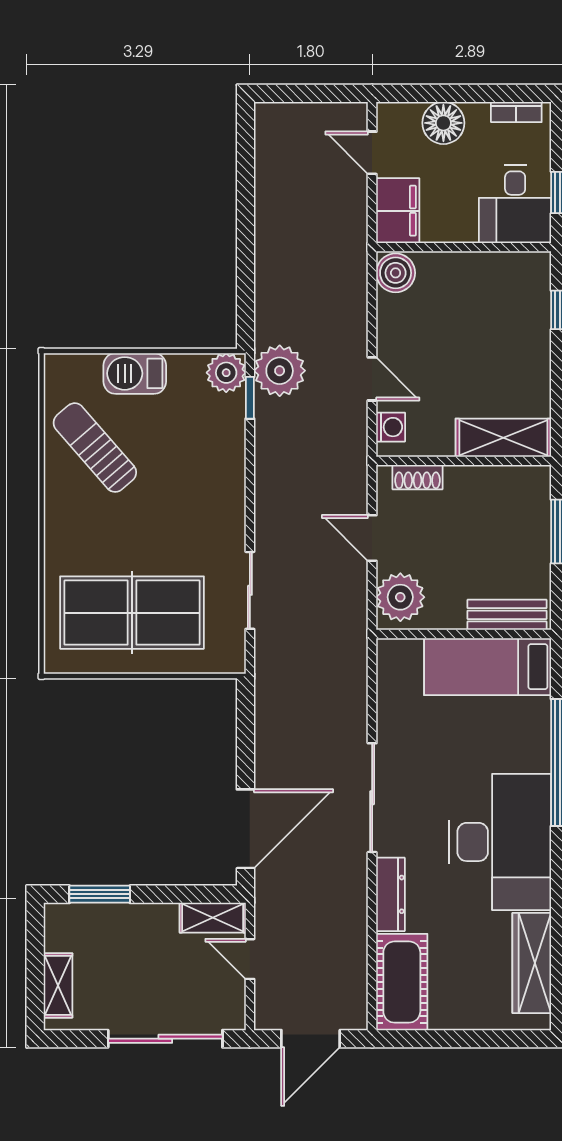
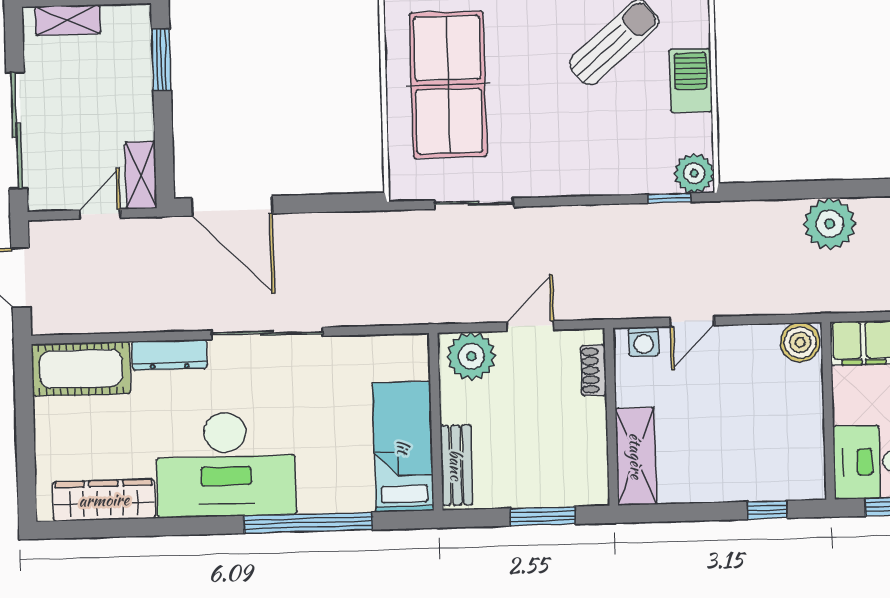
plant: (280, 371) -> (830, 224), moved

